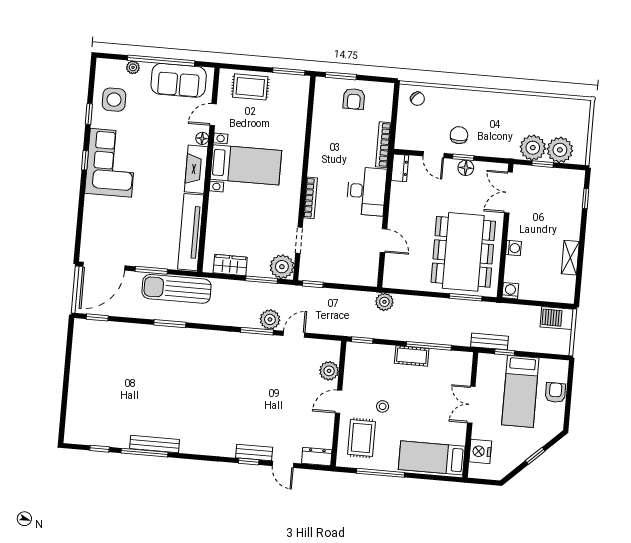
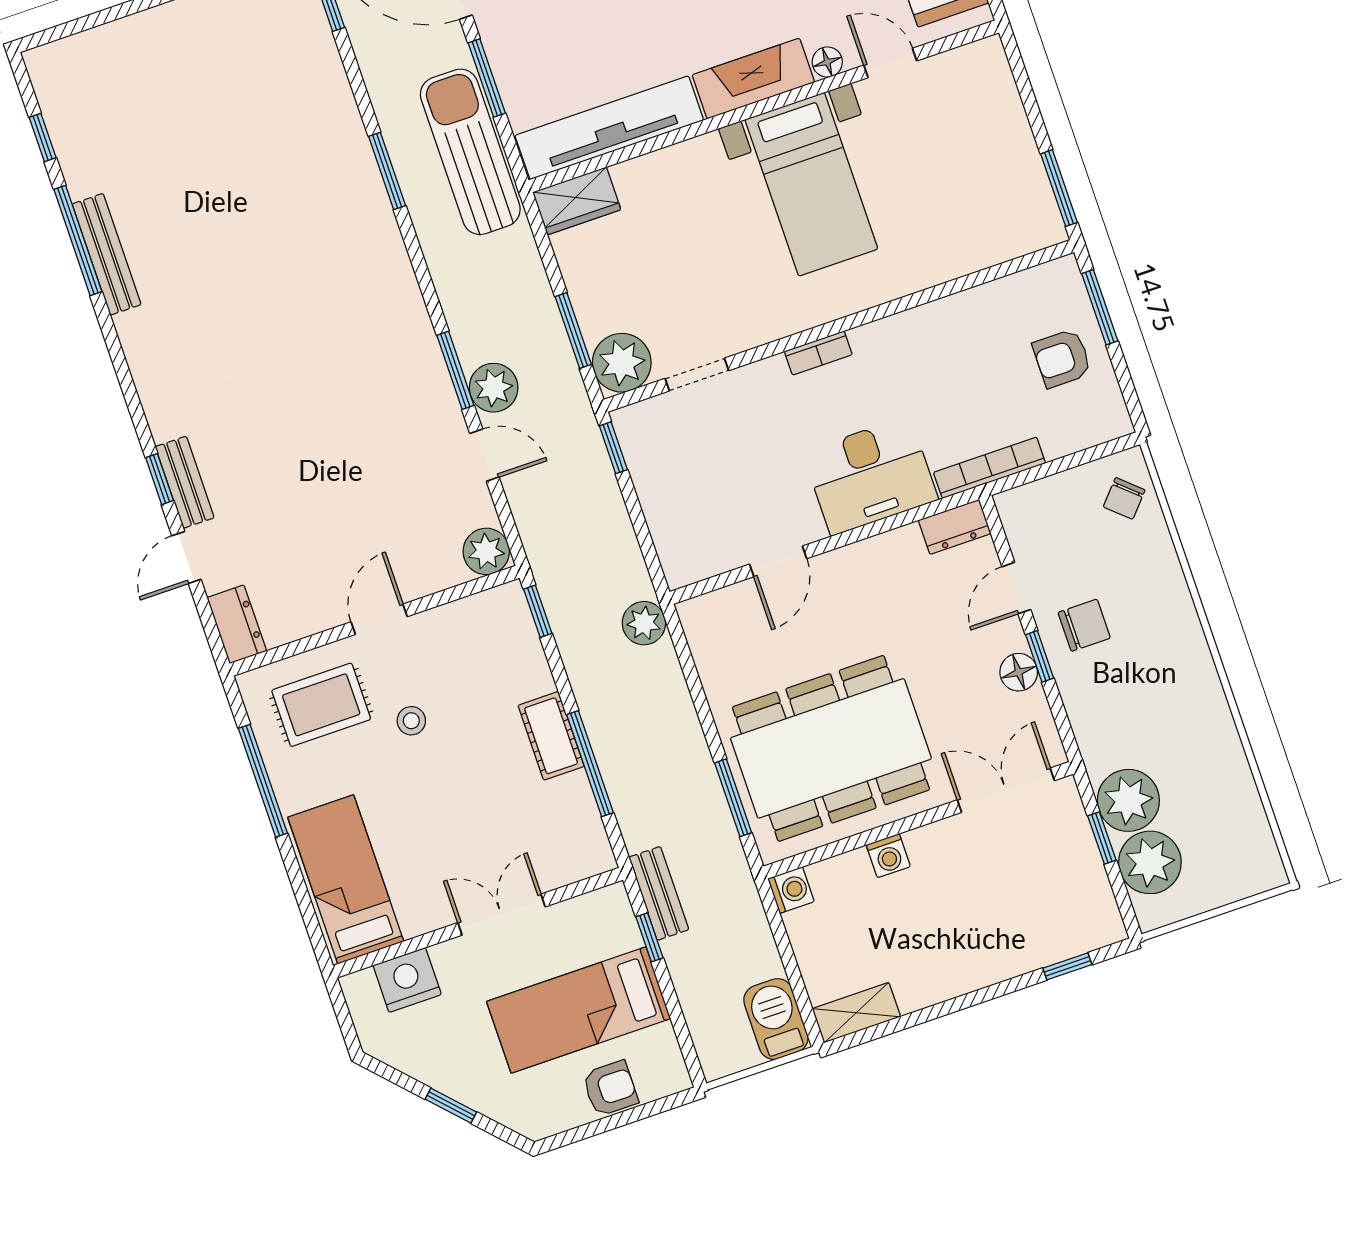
rug: (250, 87) -> (988, 118), removed
bookcase: (310, 198) -> (818, 353), width x0.64
shelving: (570, 258) -> (856, 1013), moved
wardrobe: (230, 265) -> (577, 201), moved, turned 90
plant: (329, 371) -> (486, 551), moved
door: (339, 402) -> (379, 619), hinge flipped

